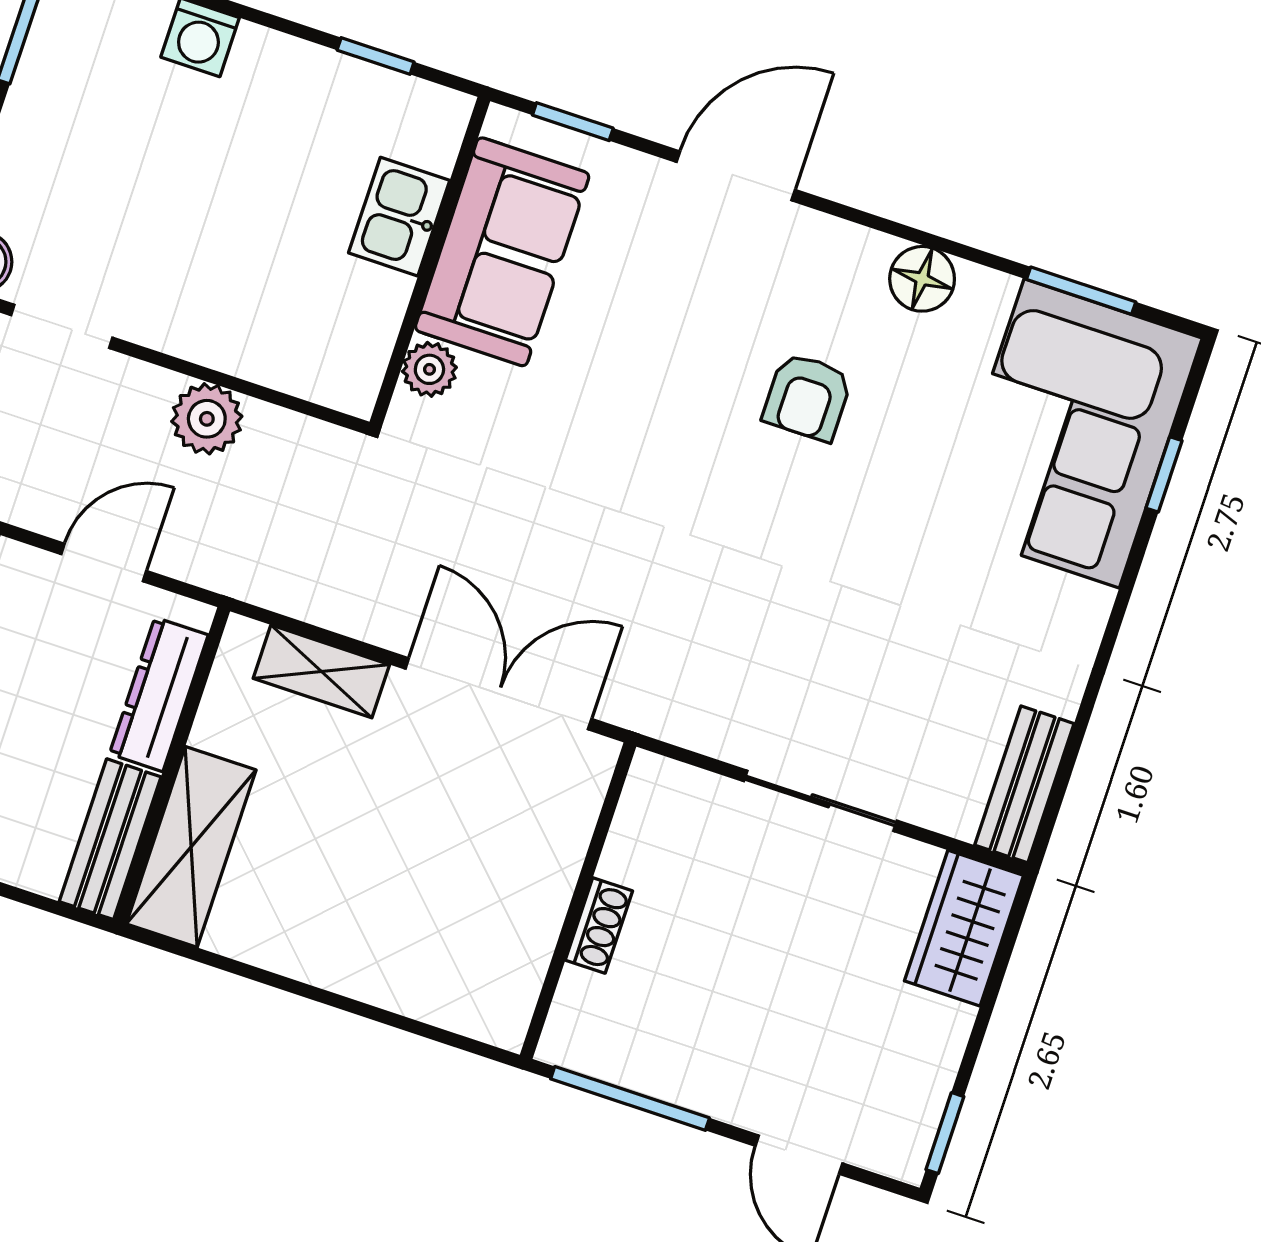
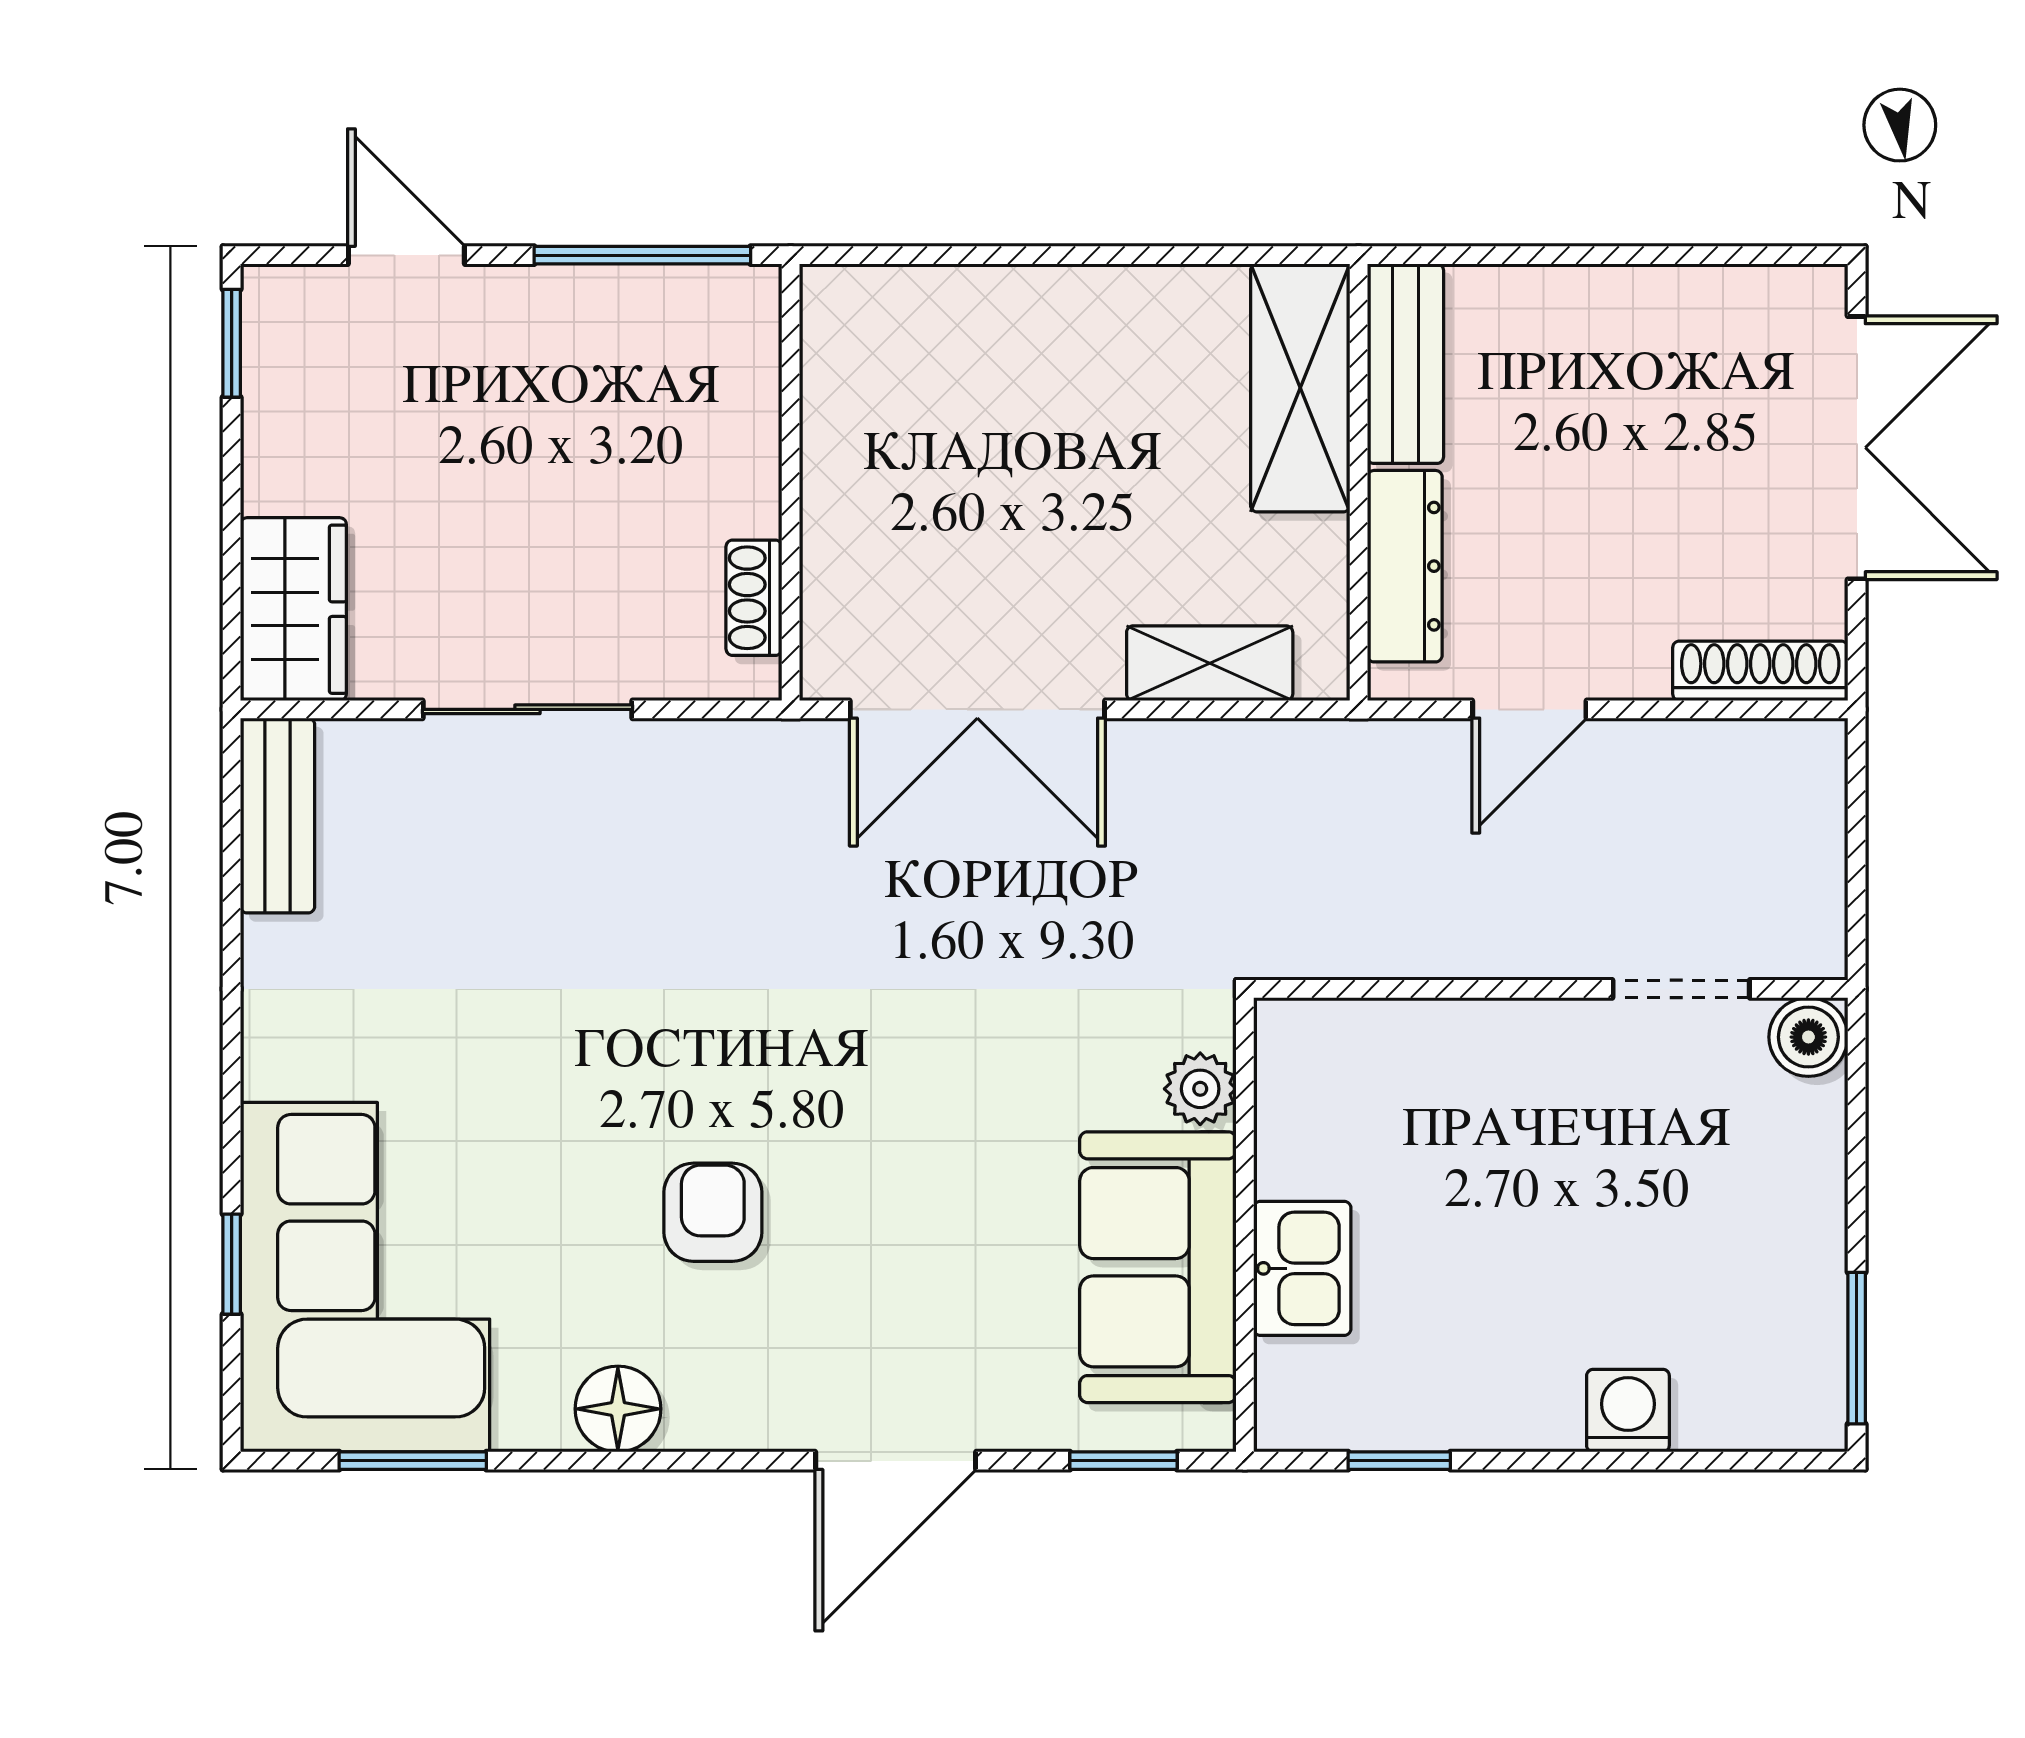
plant: (207, 419) -> (1460, 933), removed
shoe rack: (599, 925) -> (754, 598), moved

